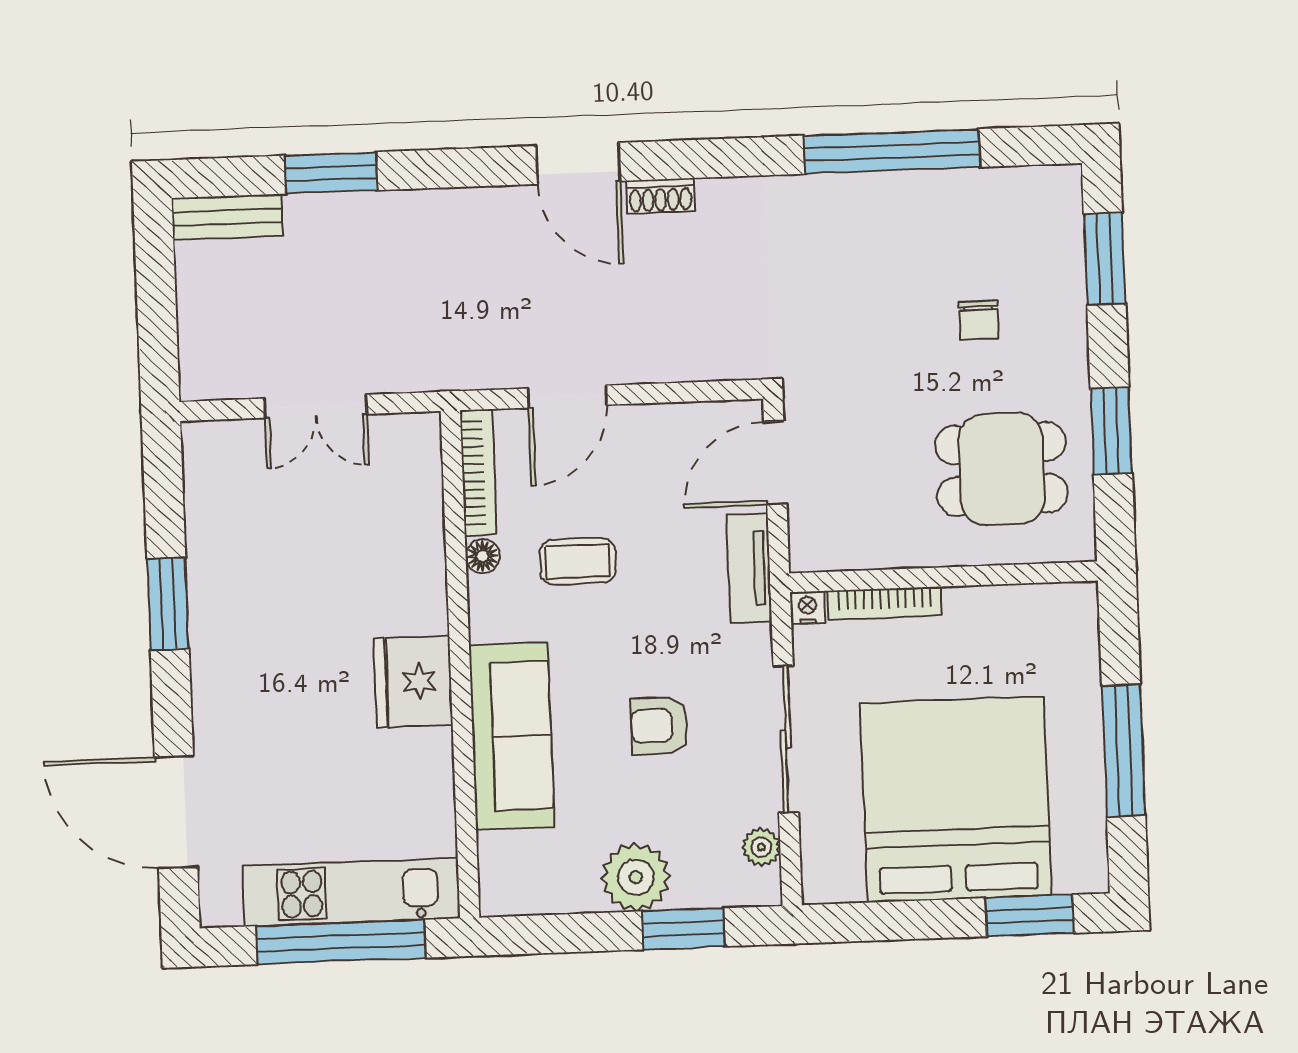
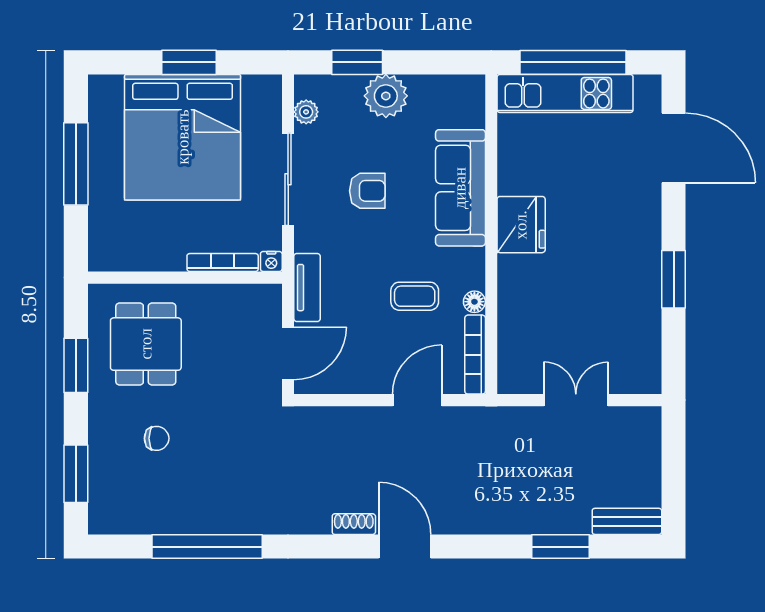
chair: (979, 320) -> (157, 438), turned 90
dining table: (1002, 469) -> (146, 344), turned 90
window: (1030, 915) -> (189, 62), moved

